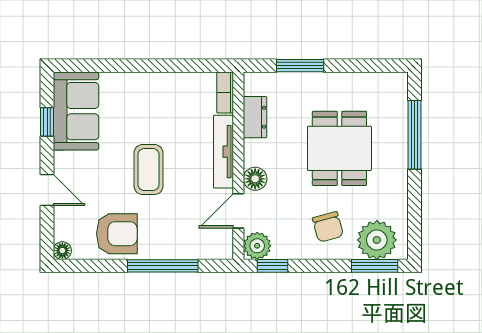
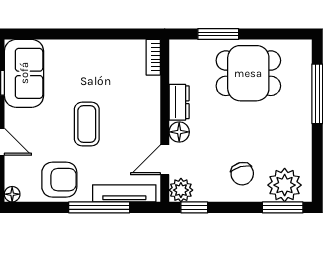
dresser: (255, 117) -> (179, 102), moved
dining table: (339, 148) -> (248, 73), moved, turned 90
tv unit: (223, 152) -> (124, 193), moved, turned 90

